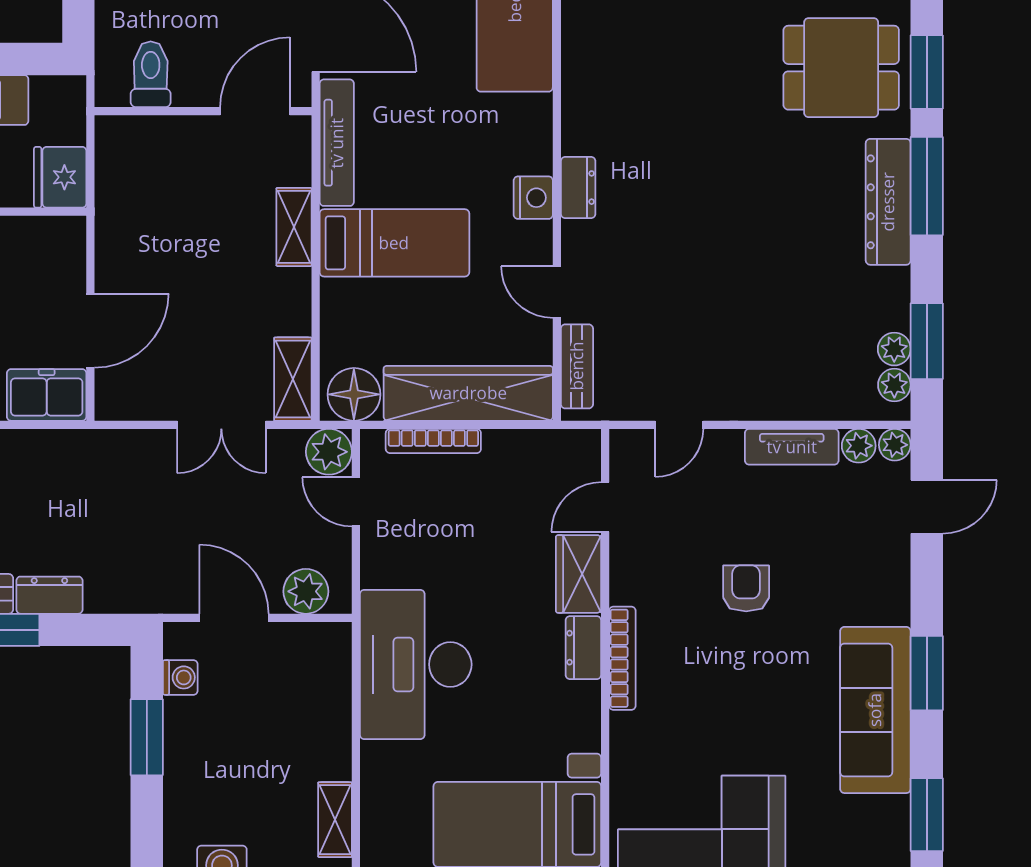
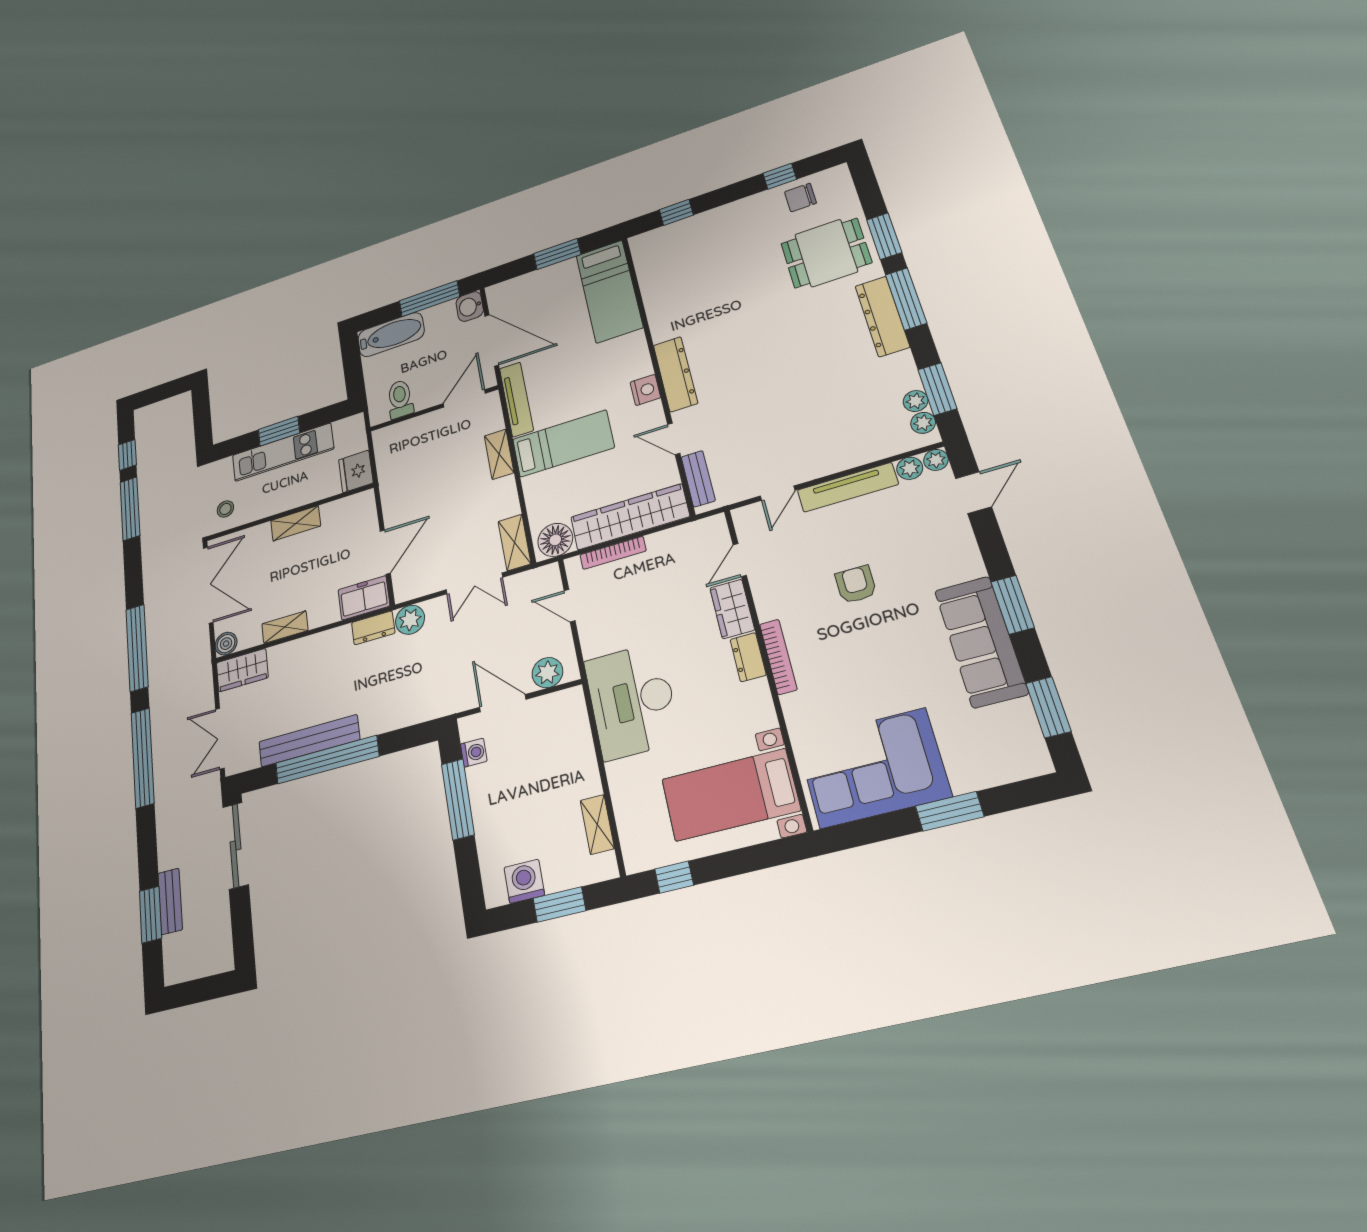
dresser: (578, 188) -> (675, 374), width x1.96, depth x1.24
tv unit: (792, 447) -> (848, 487), width x1.41
plant: (329, 452) -> (410, 620), moved
dresser: (49, 595) -> (373, 628), moved, turned 180
window: (147, 737) -> (458, 799), width x1.44

